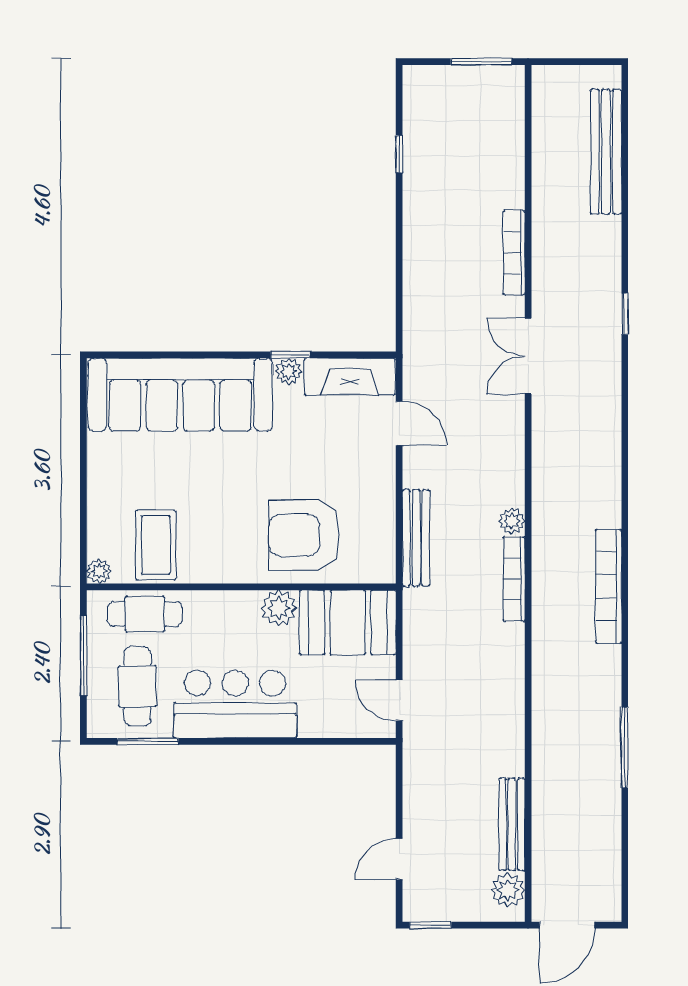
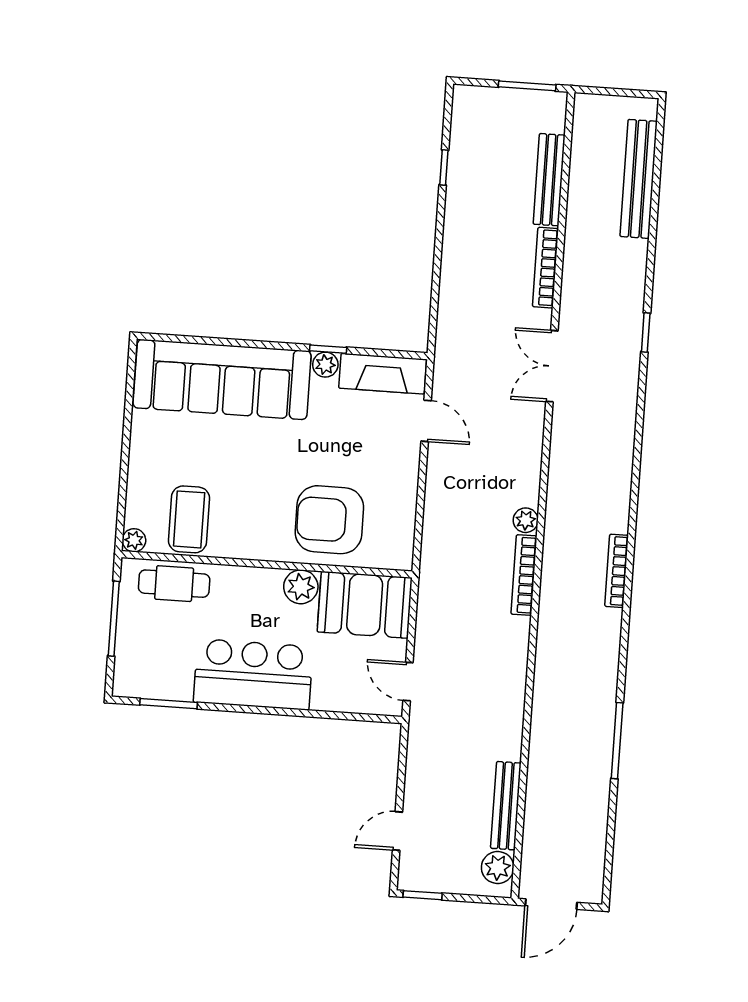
bench: (416, 538) -> (549, 180), moved
bookcase: (609, 586) -> (617, 571), width x0.68, depth x0.76
cafe table: (137, 686) -> (162, 651), removed

